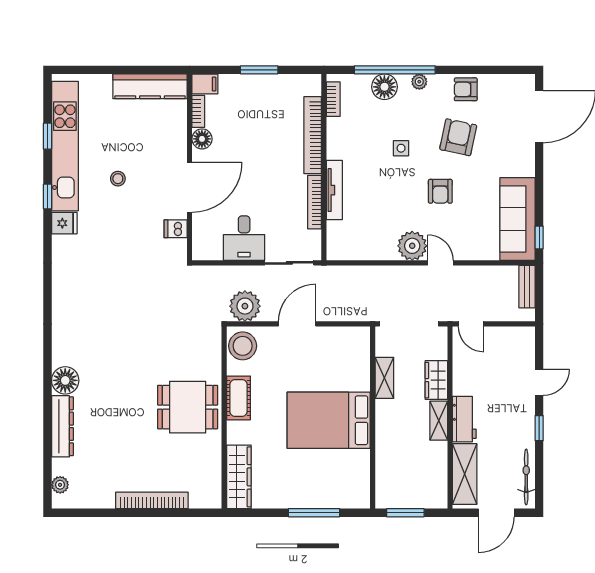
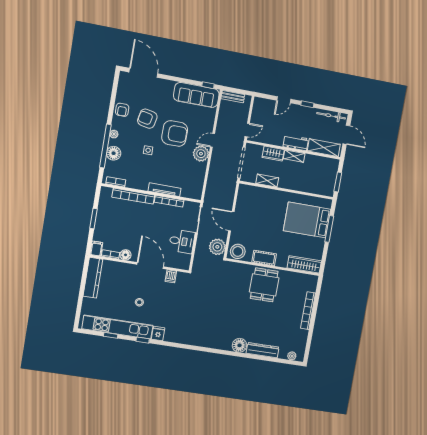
armchair: (440, 191) -> (175, 133), width x1.88, depth x1.88
door: (539, 382) -> (284, 100), swing flipped
bed: (329, 420) -> (307, 220), moved, turned 90

